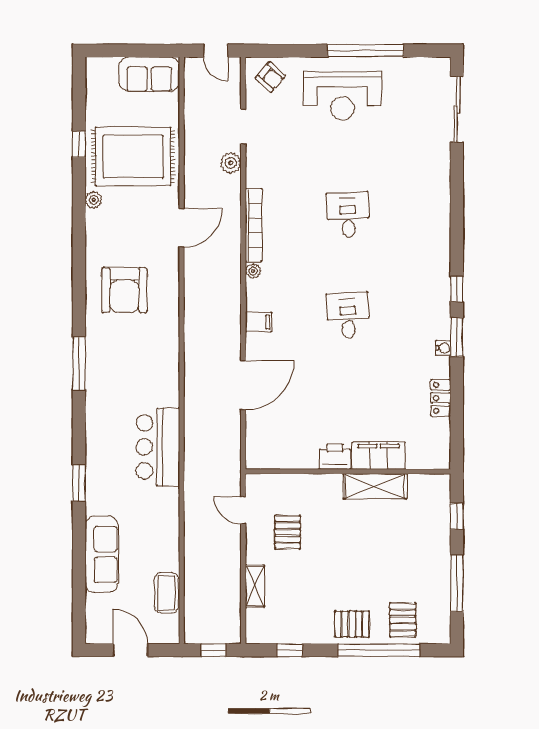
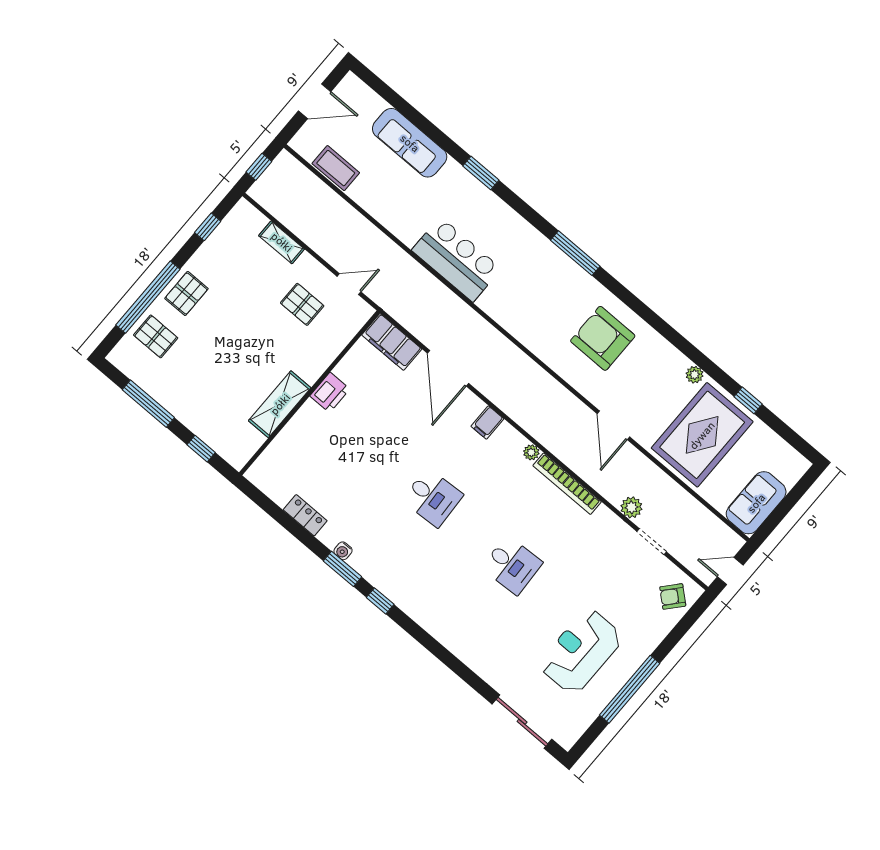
reception desk: (343, 96) -> (581, 651), moved
filing cabinet: (379, 456) -> (392, 342), moved, turned 90

